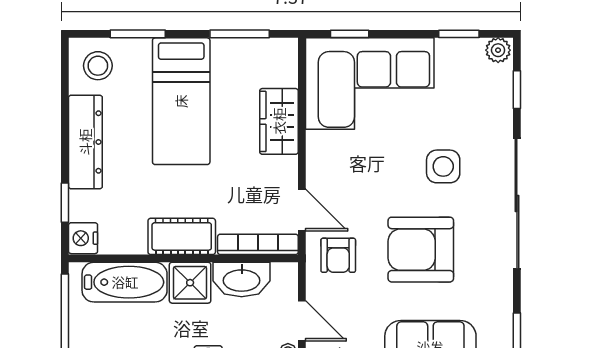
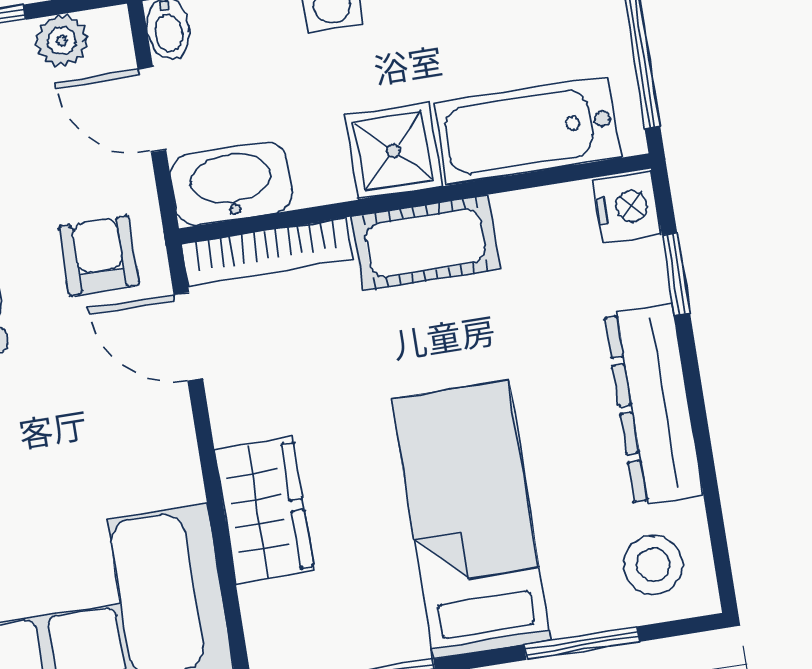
washbasin: (242, 280) -> (231, 184), moved

